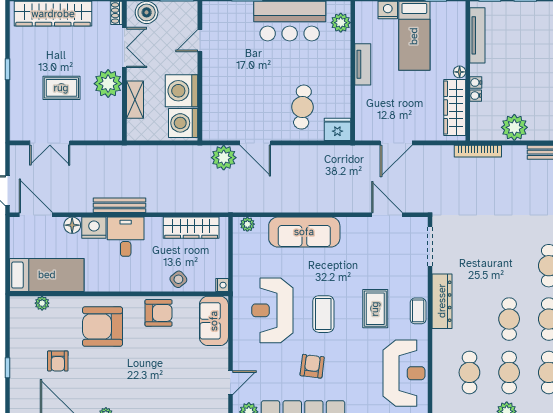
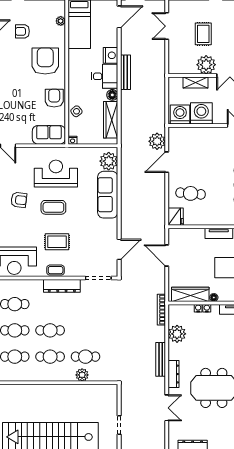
plant: (247, 224) -> (109, 161), width x1.88, depth x1.88
floor lamp: (72, 225) -> (112, 95), moved
armchair: (159, 313) -> (54, 98), turned 180

